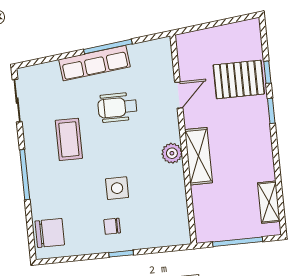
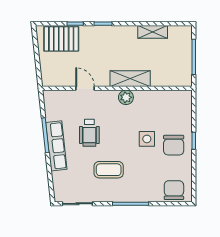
pallet: (239, 79) -> (61, 39), moved, turned 90
shelving: (269, 202) -> (153, 32), moved
chair: (112, 226) -> (174, 145), width x1.87, depth x1.87

